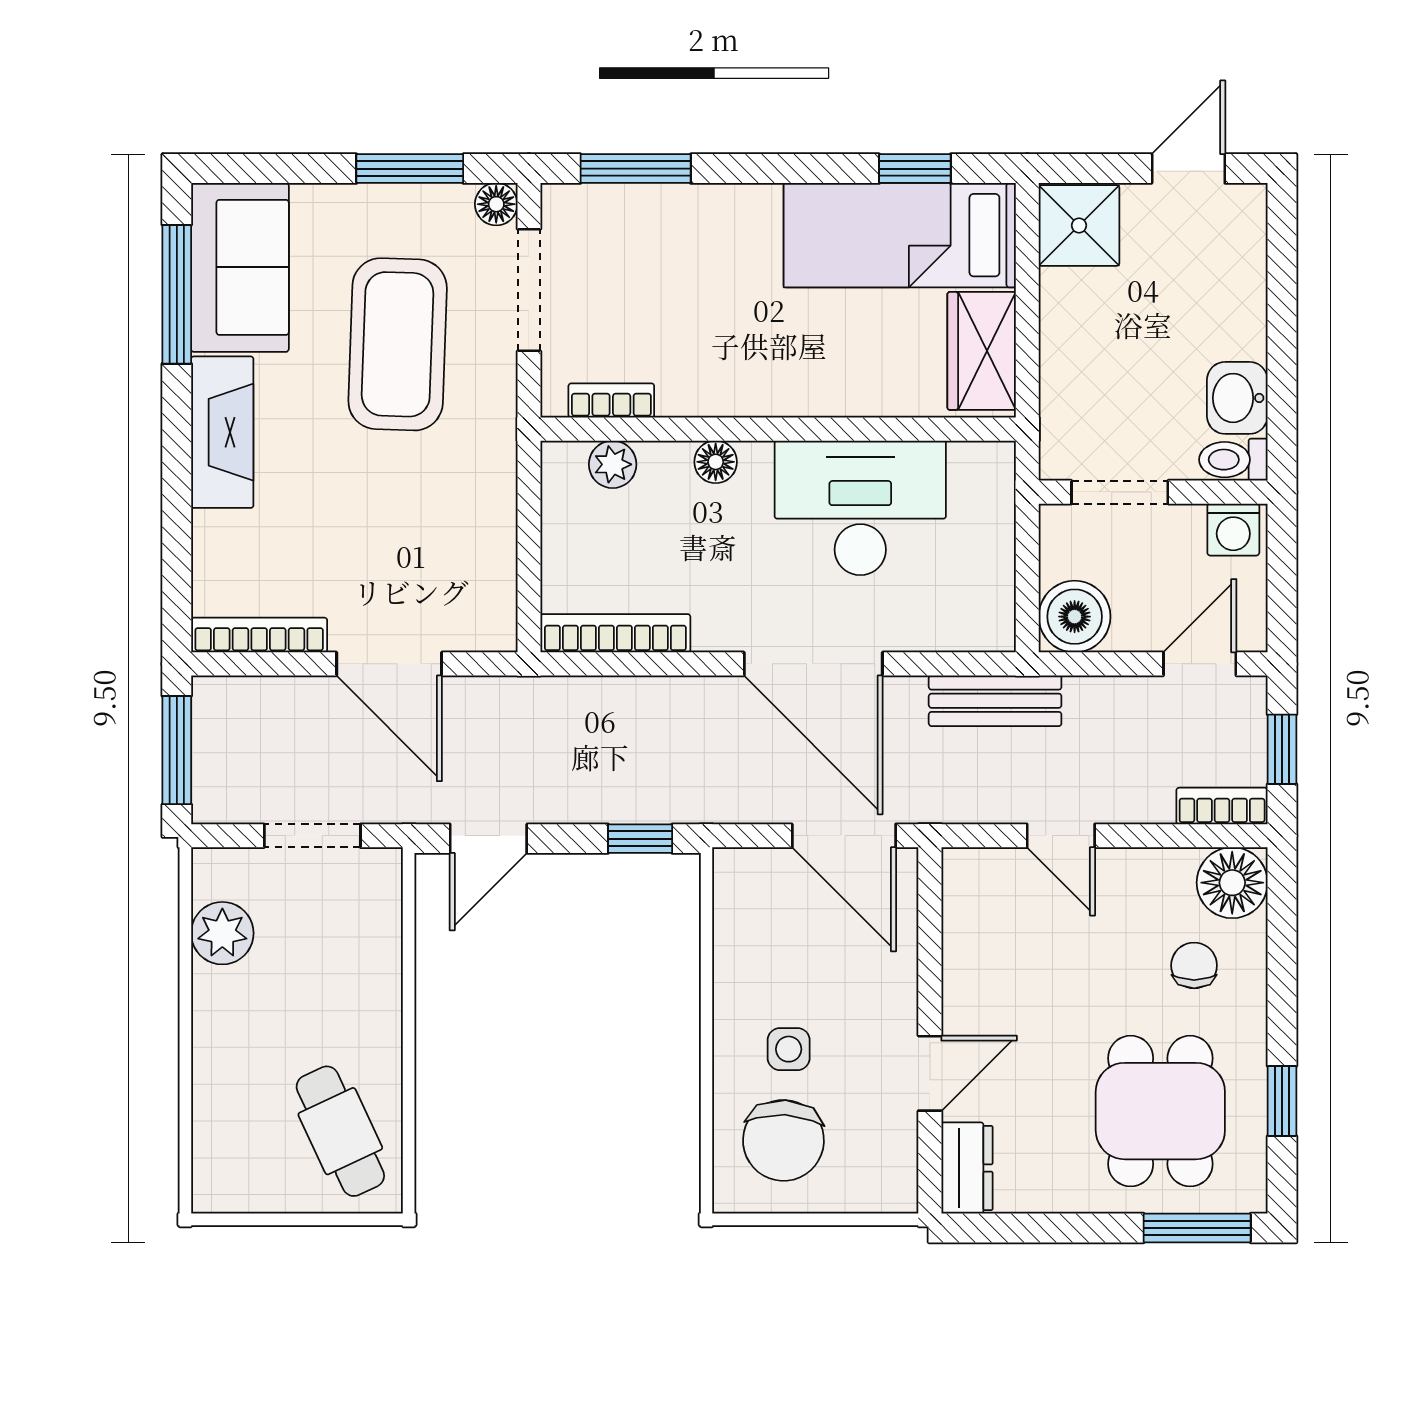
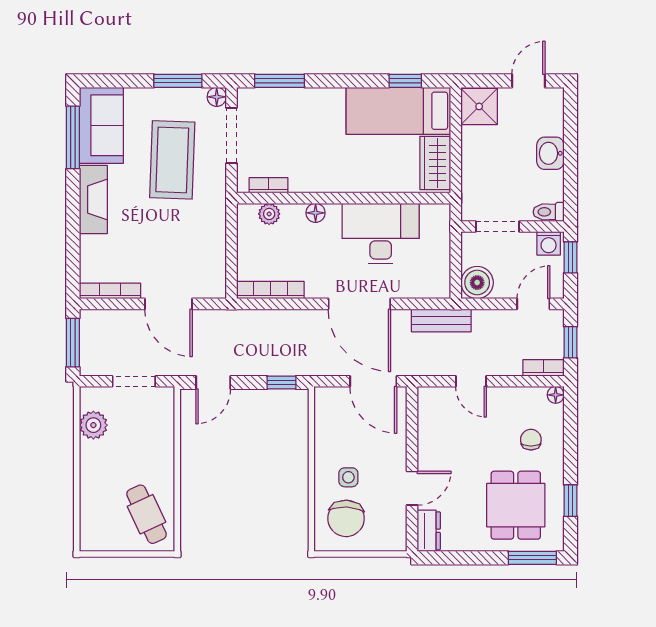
washbasin: (1237, 398) -> (550, 153), moved
window: (1282, 561) -> (571, 257), added
floor lamp: (1232, 883) -> (556, 395), width x0.53, depth x0.53

